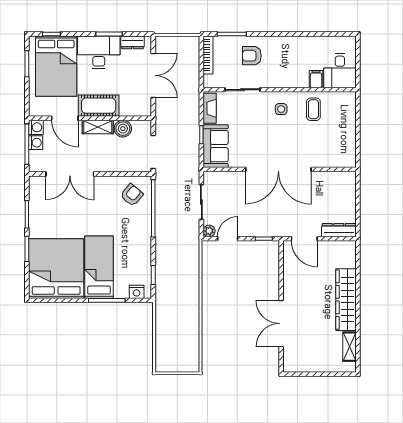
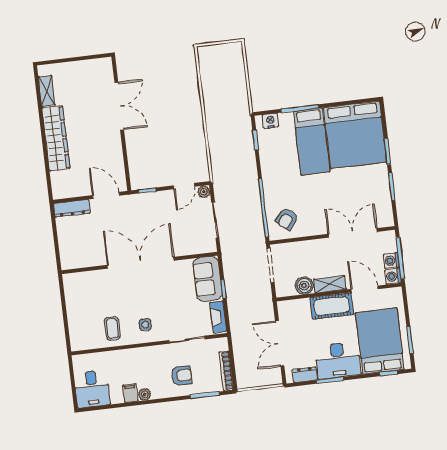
plant: (290, 42) -> (145, 394), added
desk: (340, 71) -> (92, 389), moved, turned 180
filing cabinet: (316, 79) -> (130, 393), moved, turned 180

